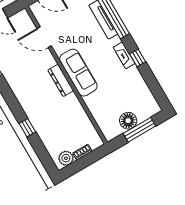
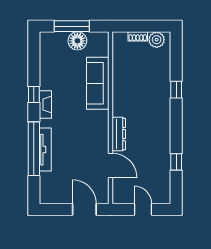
sofa: (78, 73) -> (98, 83), moved
dresser: (61, 80) -> (119, 134), moved

